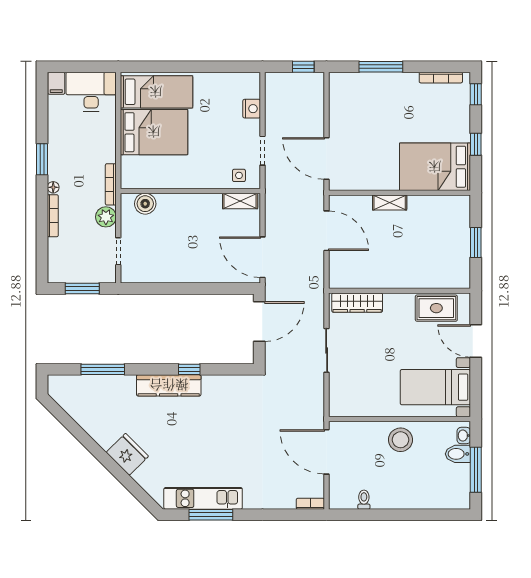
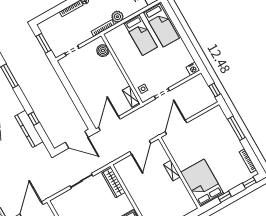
nightstand: (252, 109) -> (193, 69), moved
bed: (154, 132) -> (141, 35), width x0.67
plant: (106, 217) -> (117, 17), moved
kitchen counter: (169, 385) -> (29, 129), moved

